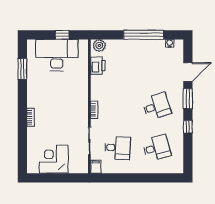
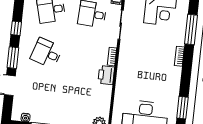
printer: (98, 66) -> (106, 75), moved
desk: (157, 106) -> (46, 53), turned 36
window: (22, 144) -> (191, 30), added

